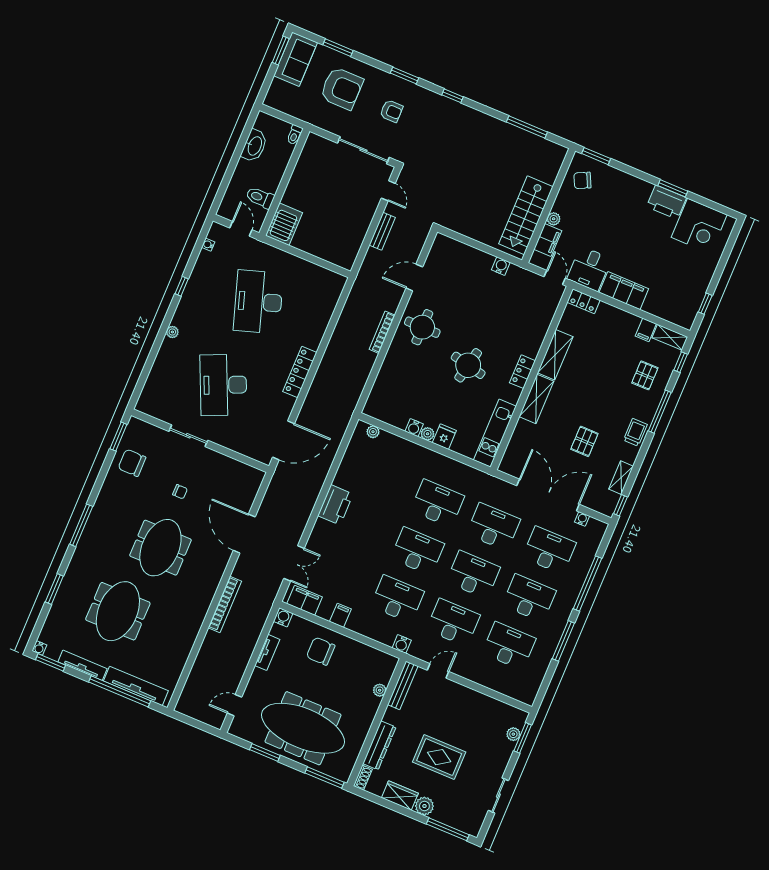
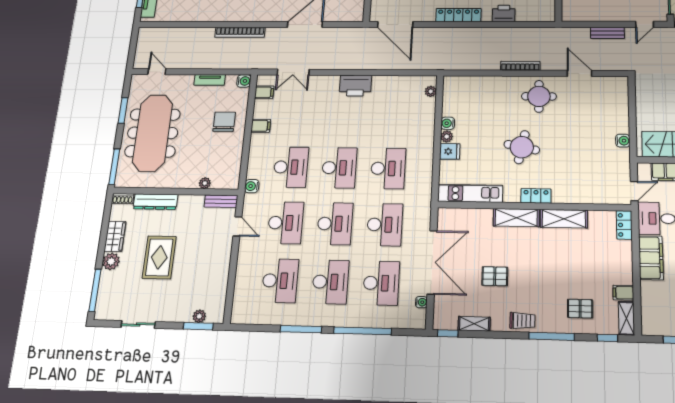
printer: (317, 325) -> (504, 13), added
filing cabinet: (305, 600) -> (264, 92), width x0.50
bench: (403, 685) -> (221, 201), width x0.73

